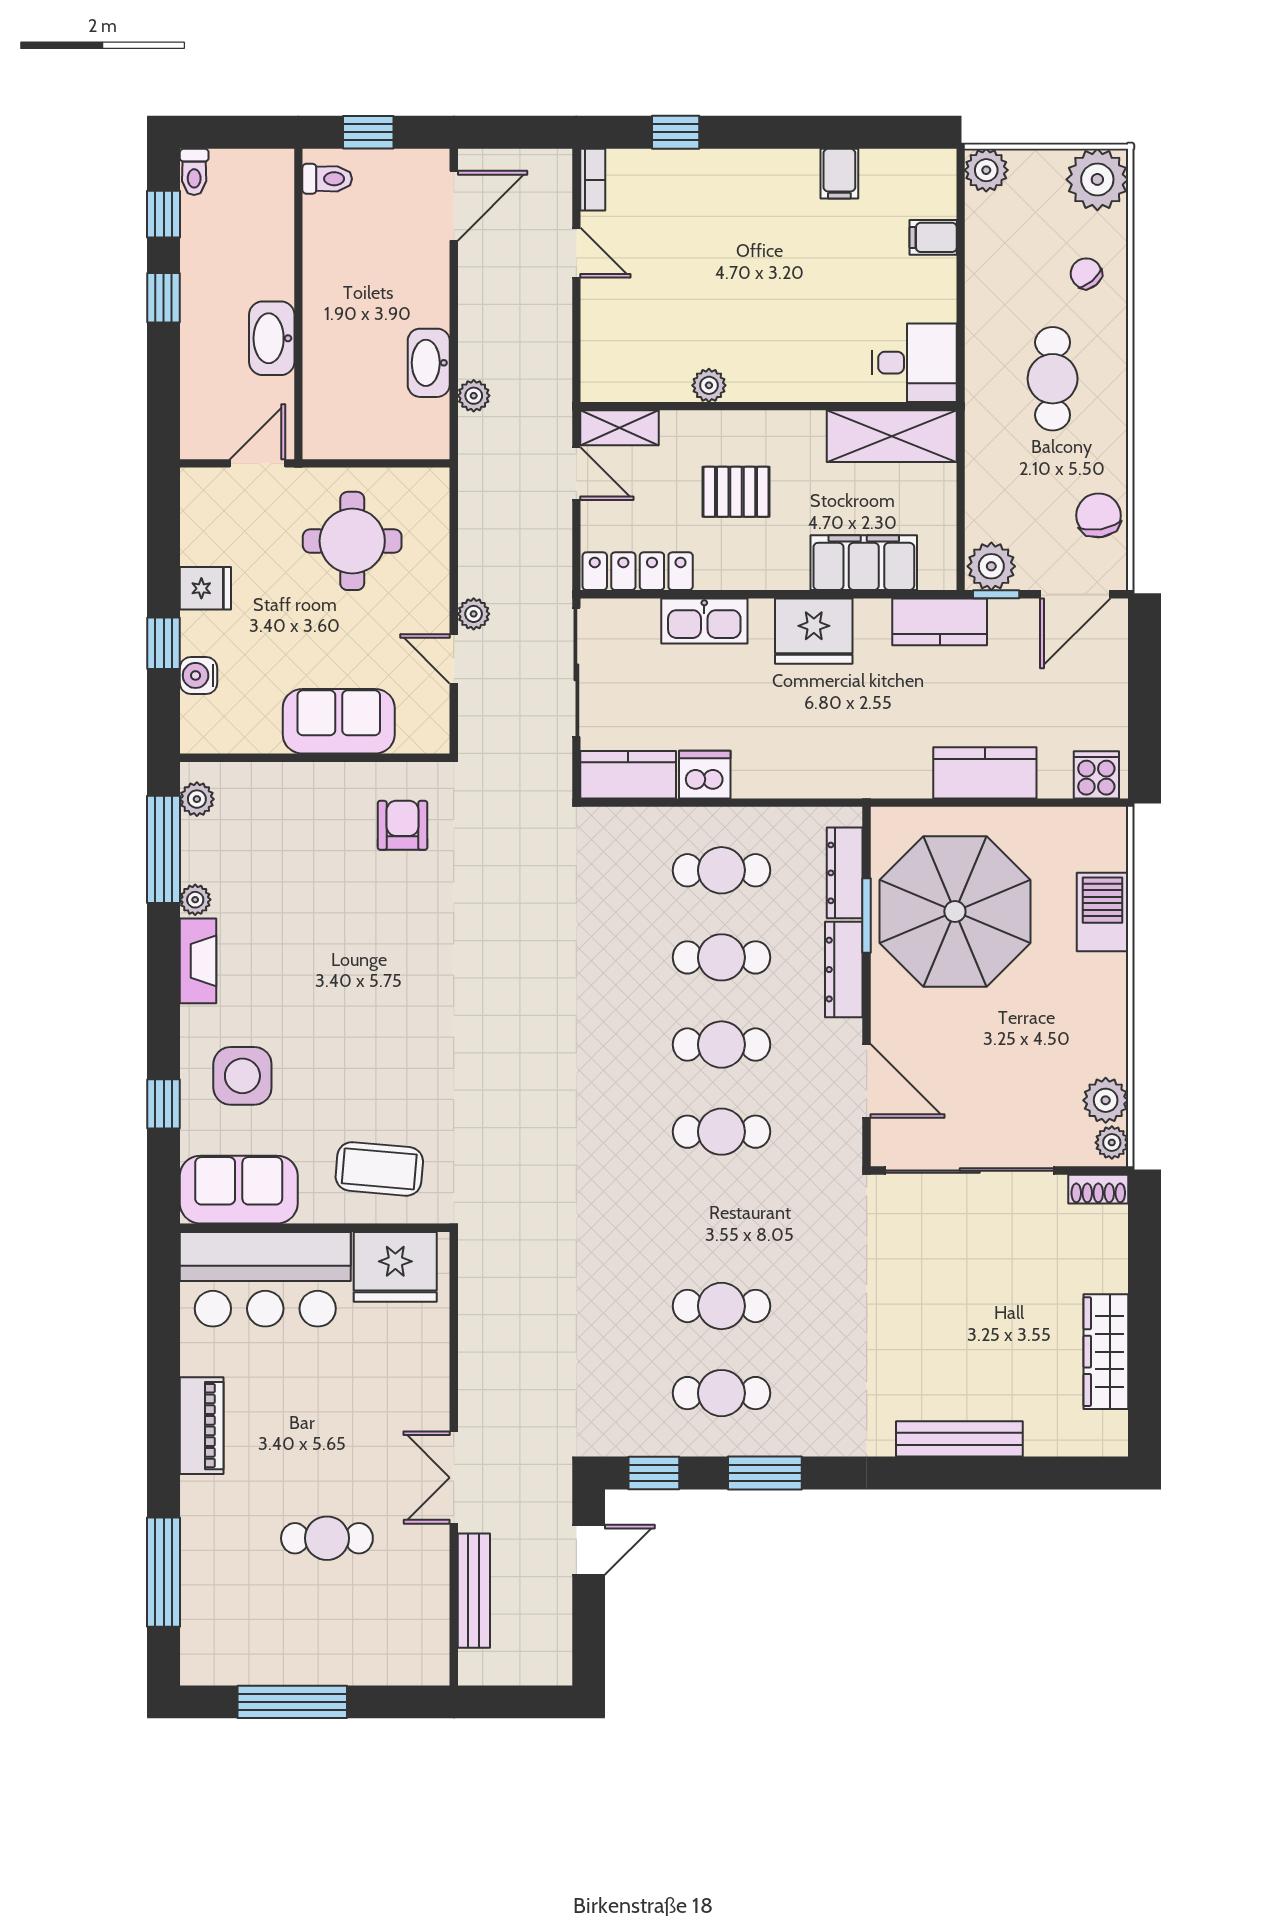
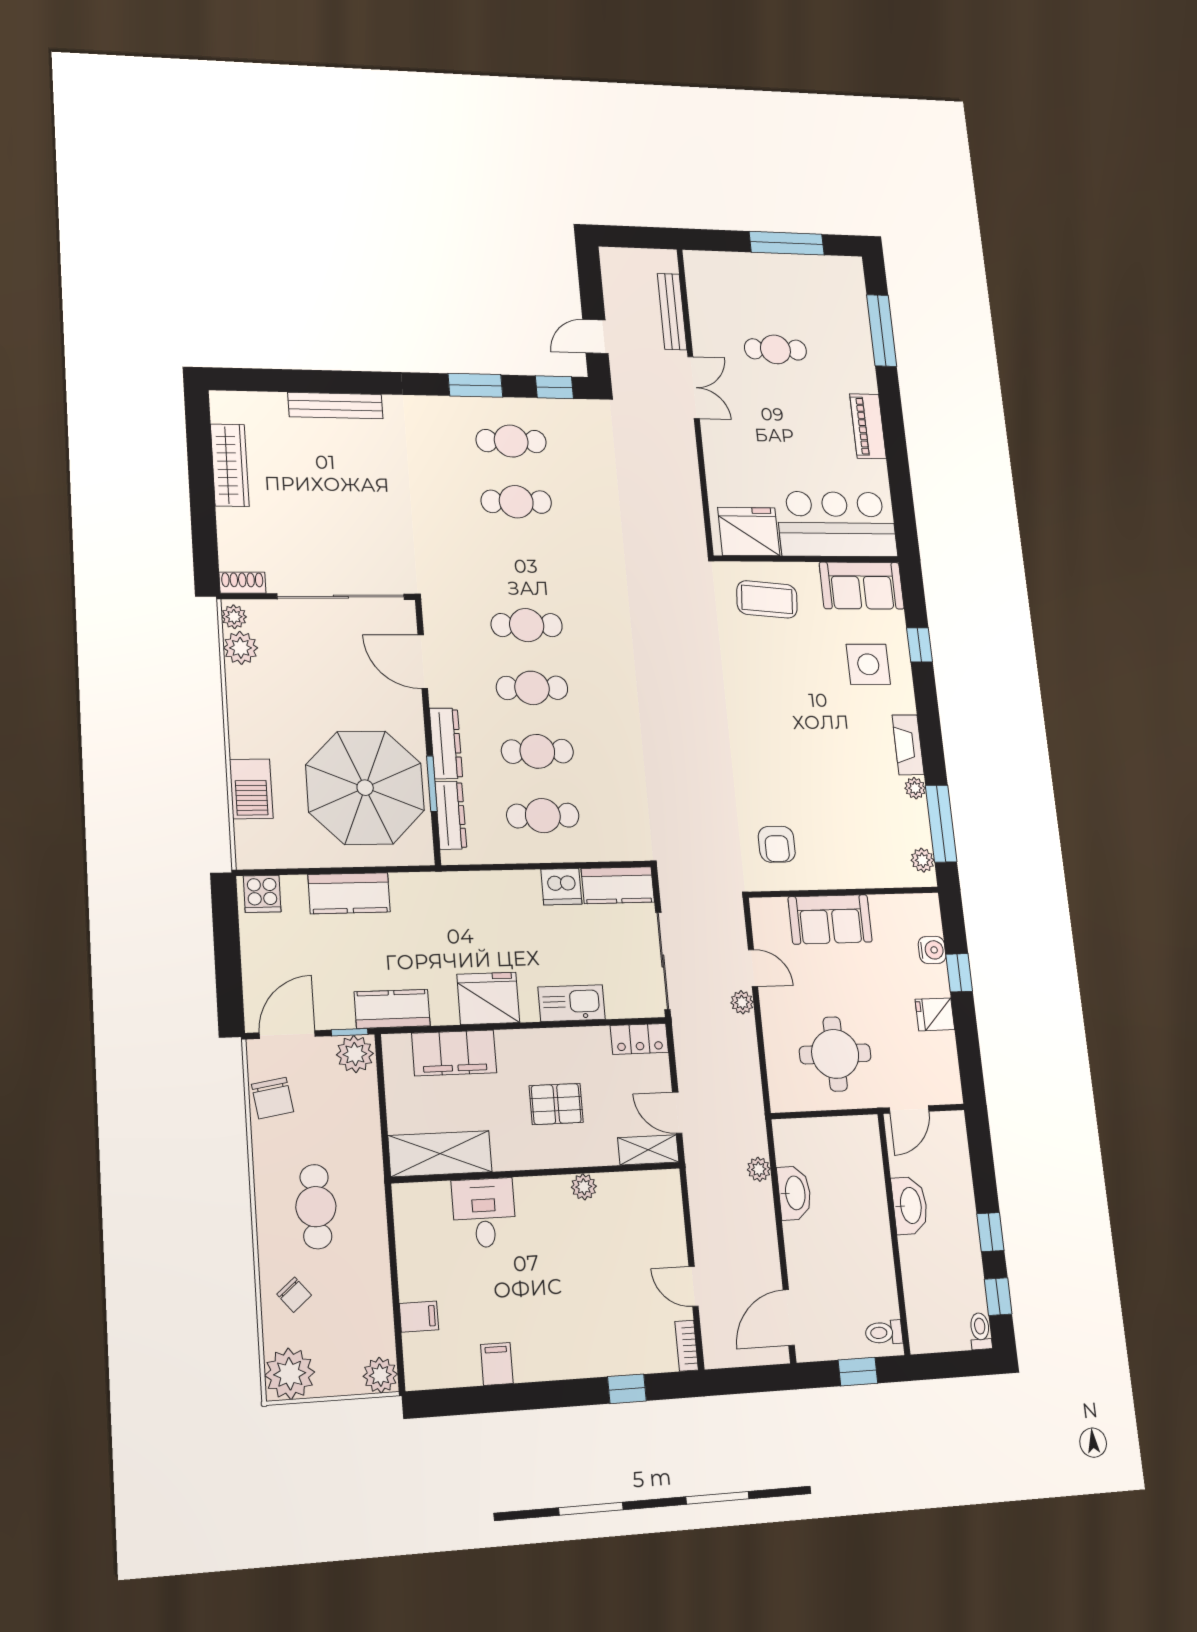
desk: (914, 363) -> (484, 1213), moved, turned 90
locker: (638, 571) -> (639, 1039), width x0.66

